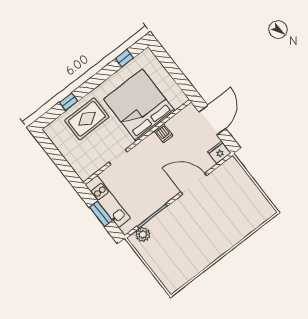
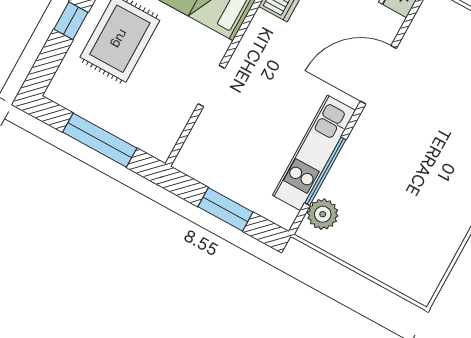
window: (59, 160) -> (100, 140), added
kitchen unit: (108, 202) -> (314, 153), moved, turned -90

